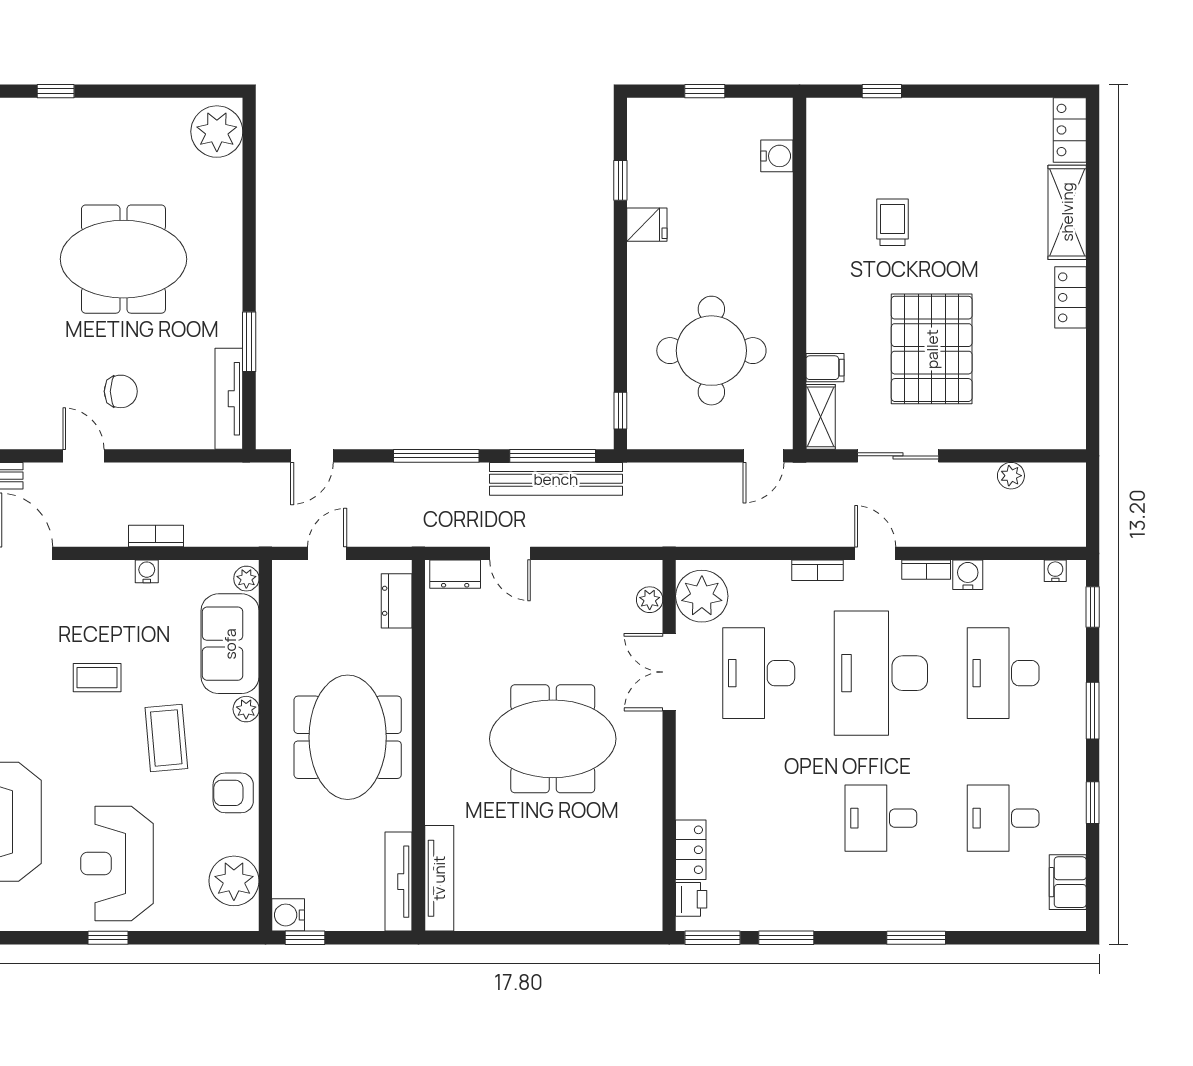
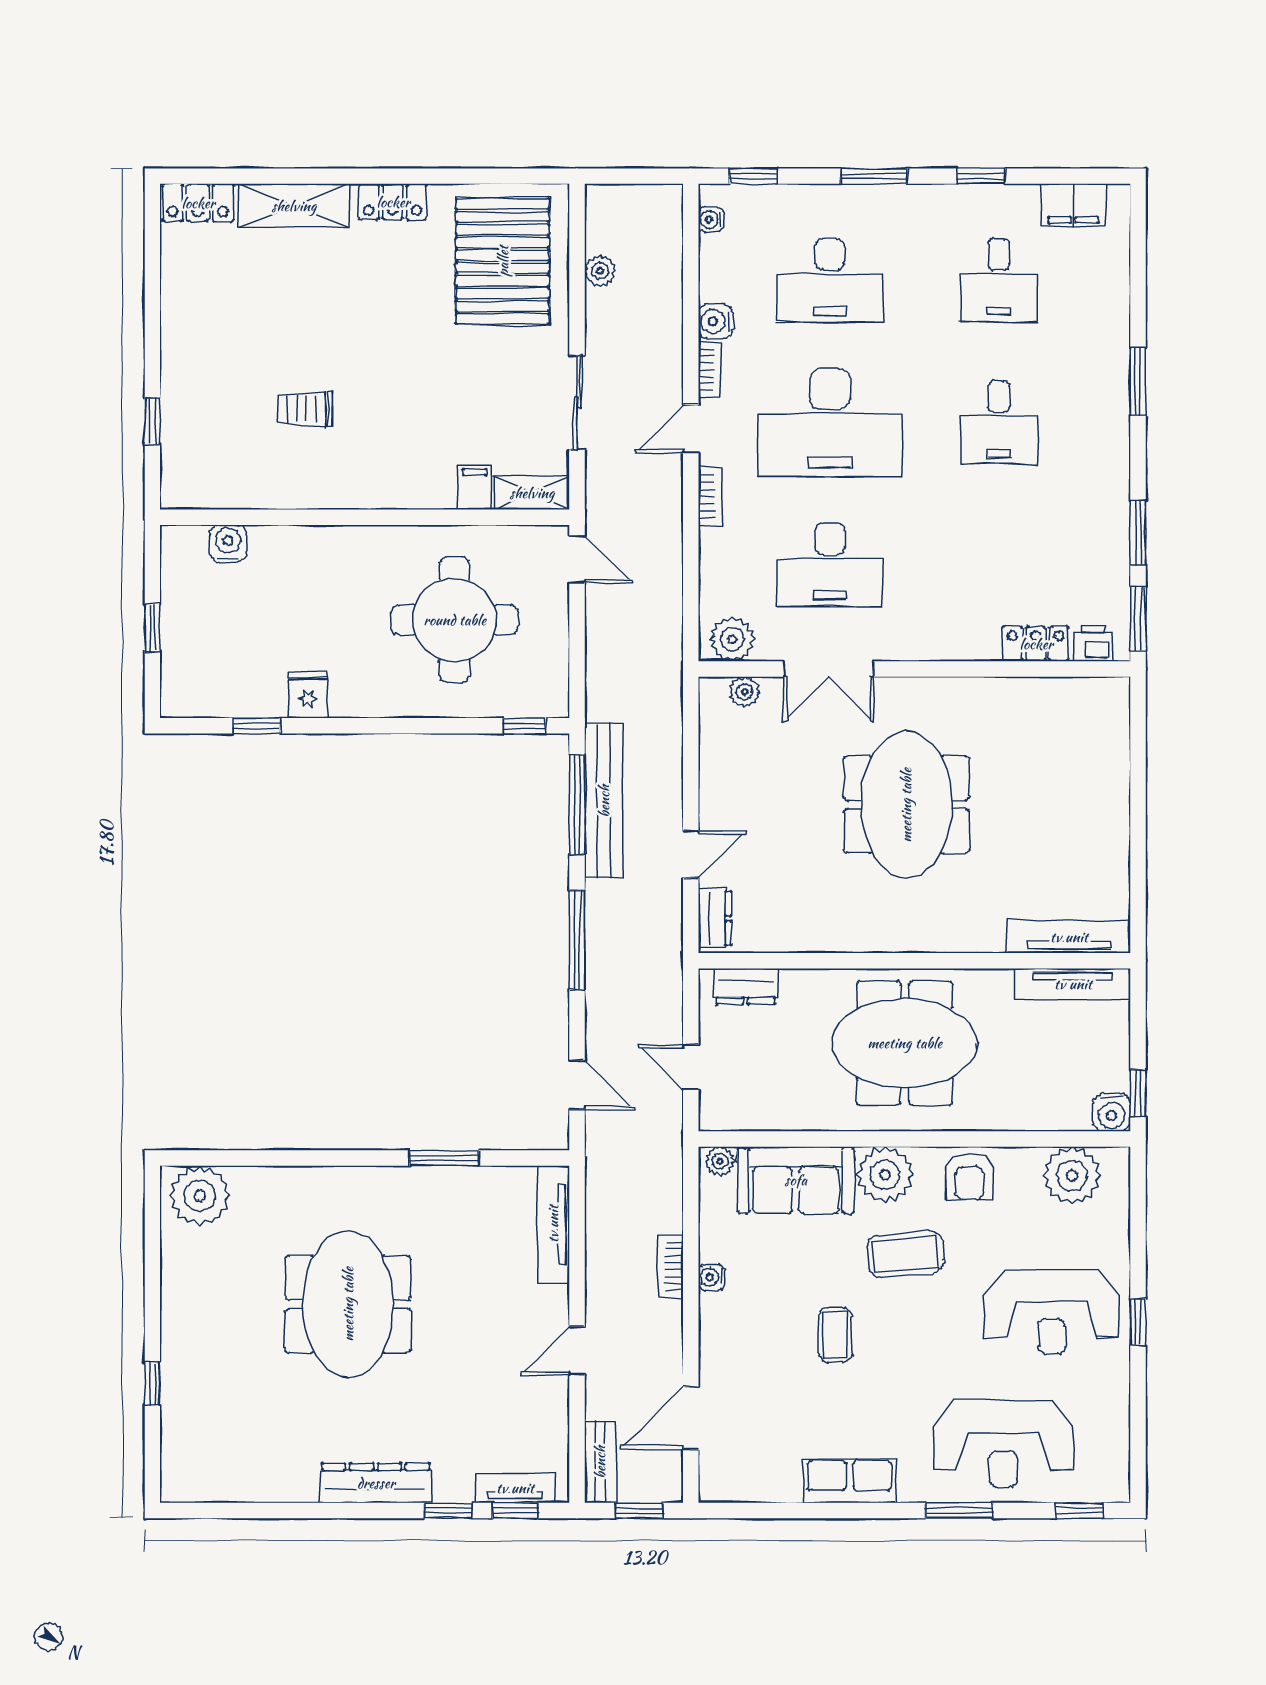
pallet: (932, 349) -> (503, 261), moved, turned 90
chair: (121, 391) -> (502, 1307), removed
tv unit: (229, 399) -> (553, 1224), moved, turned 90
plant: (702, 596) -> (732, 639), width x0.73, depth x0.73
plant: (246, 709) -> (885, 1175), width x1.88, depth x1.88

